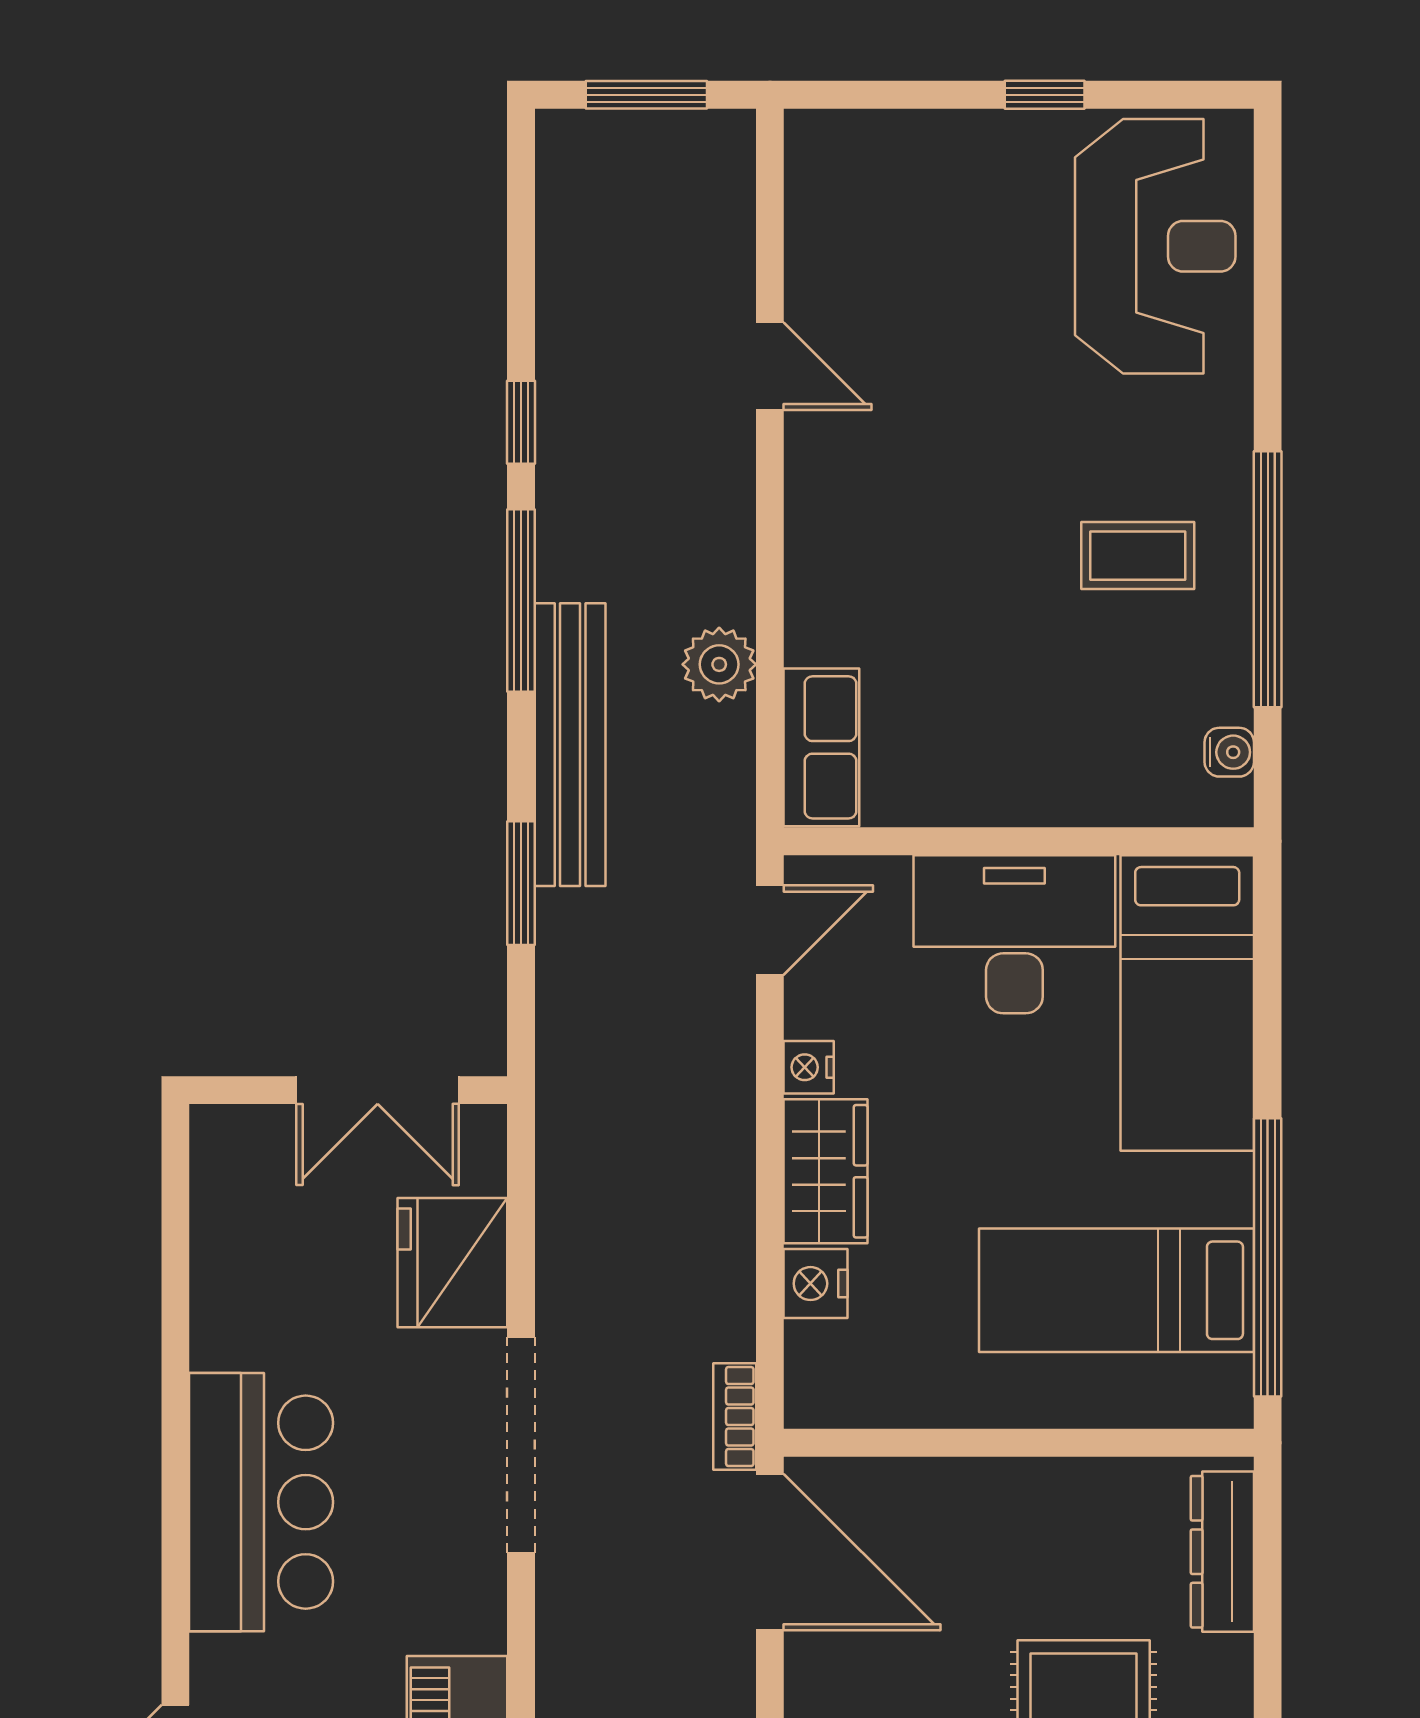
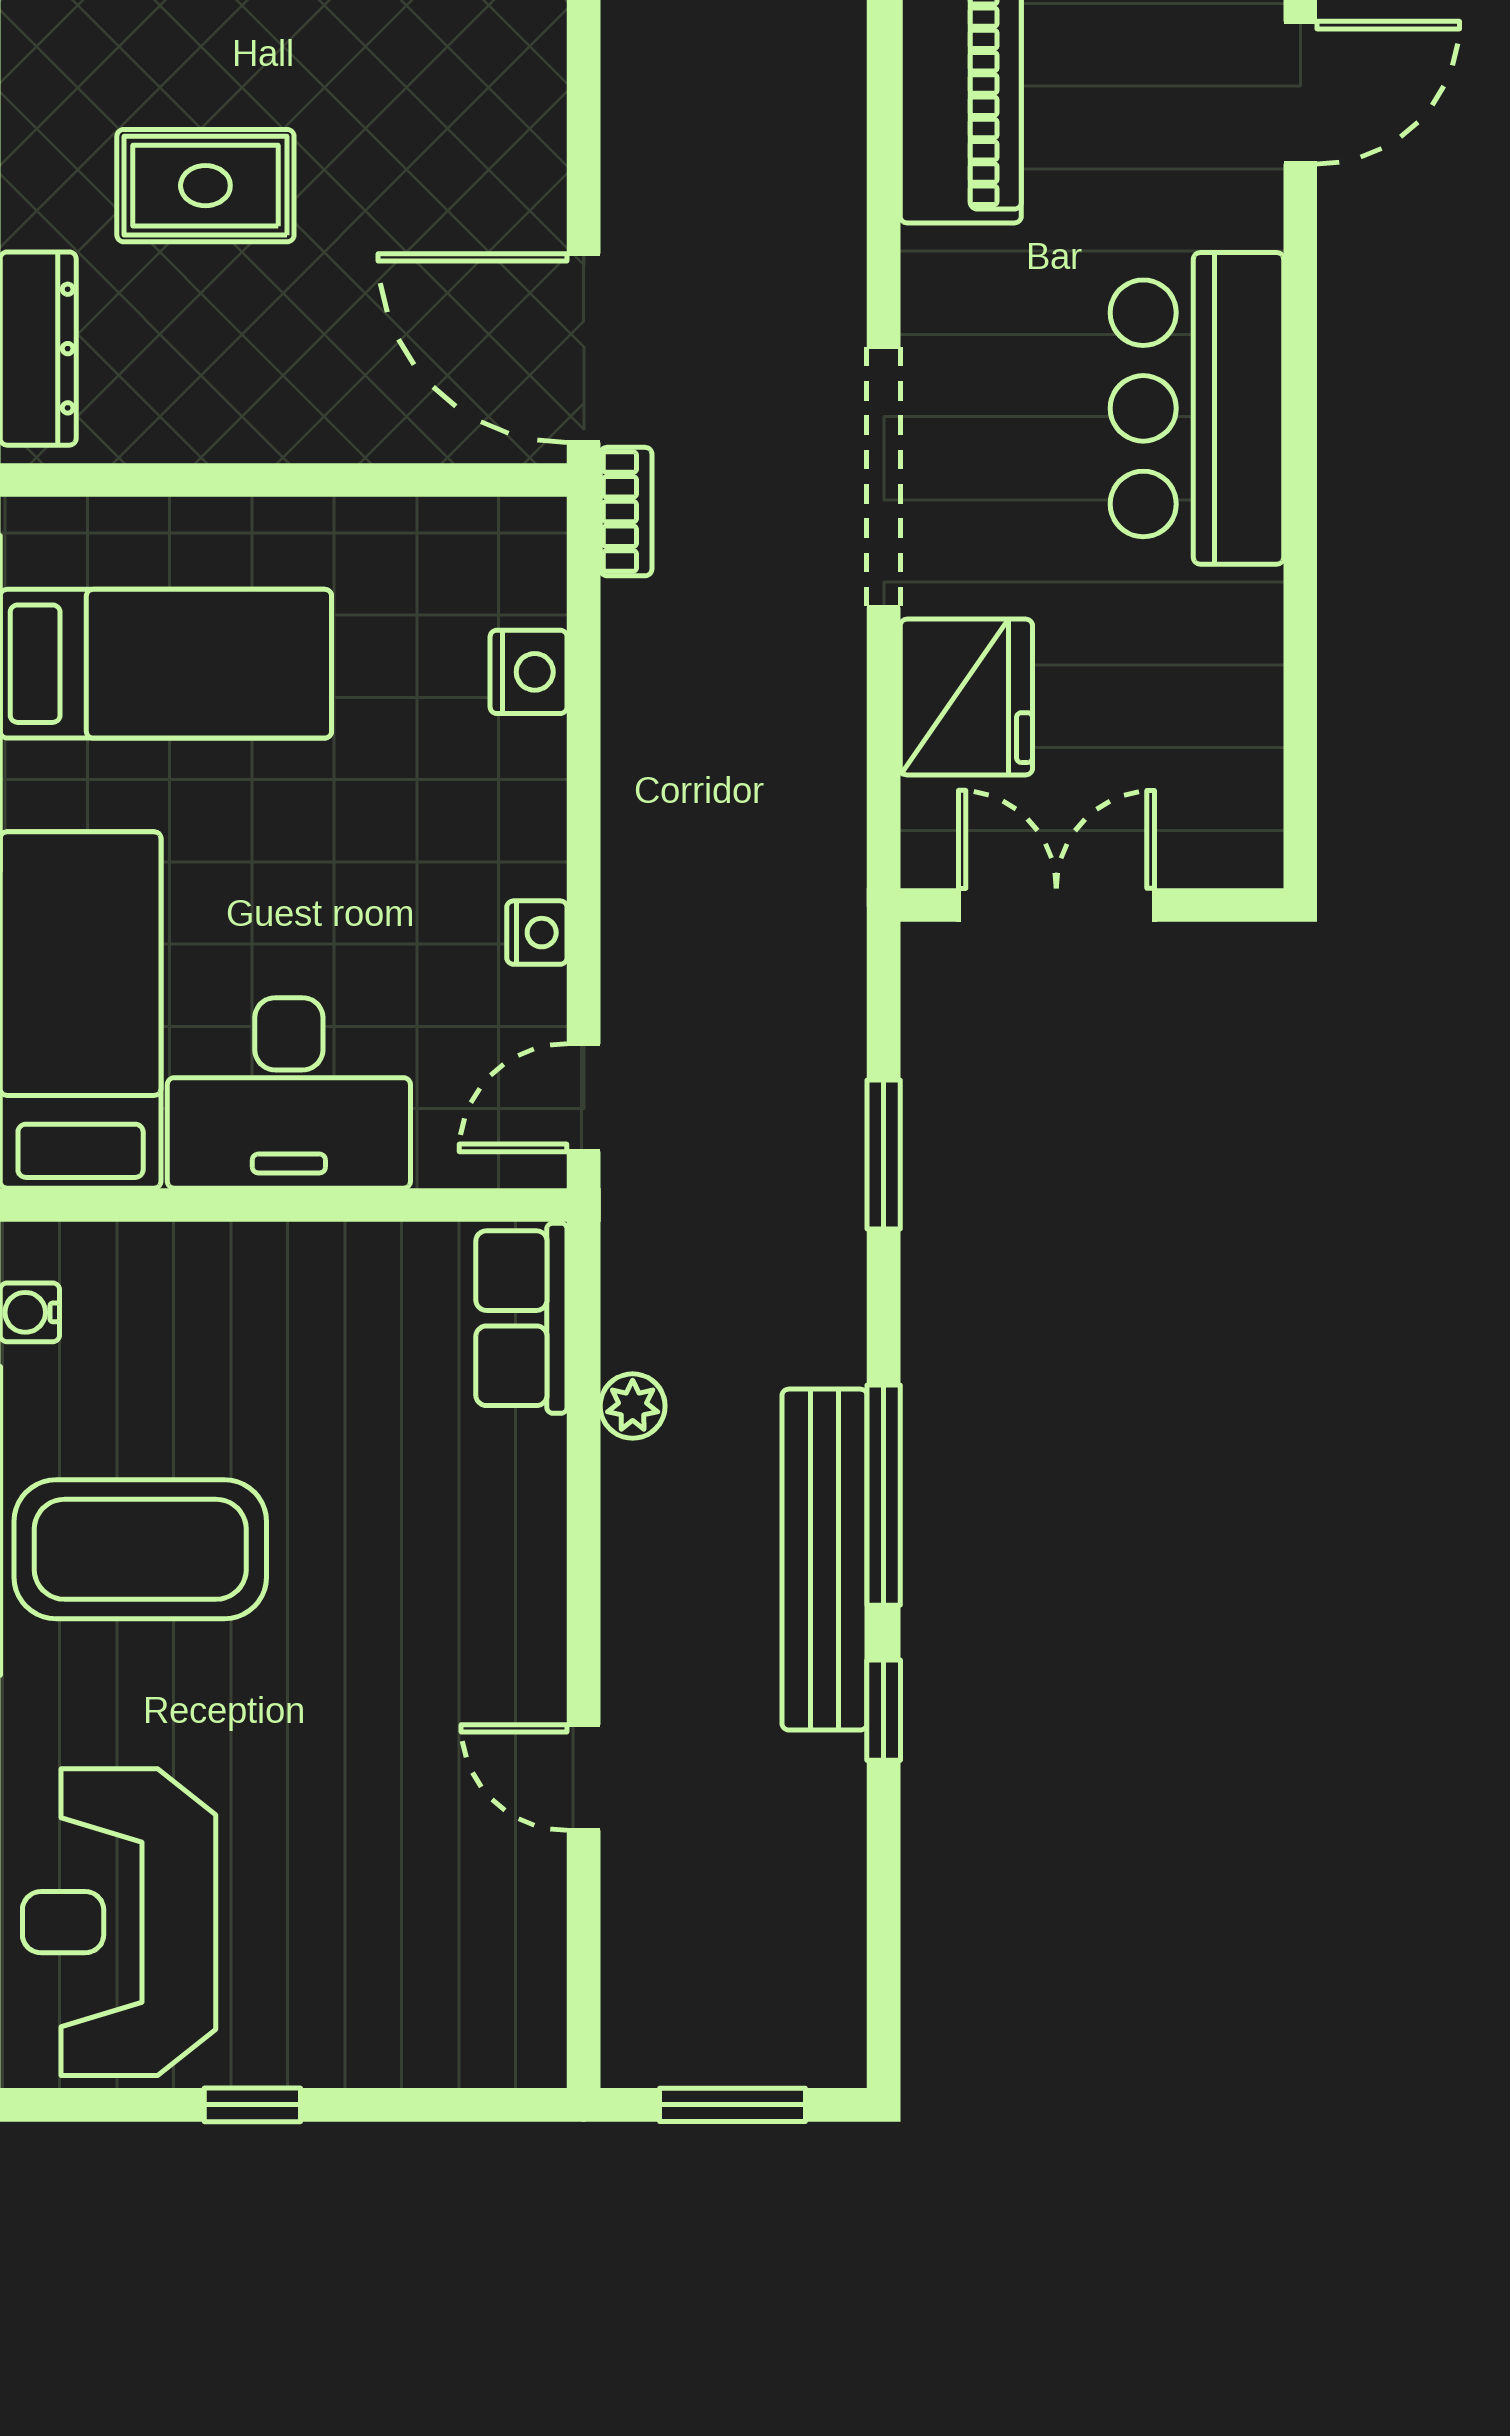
coffee table: (1138, 556) -> (140, 1549), width x1.86, depth x1.72
plant: (719, 664) -> (633, 1406), width x0.73, depth x0.73
bench: (570, 745) -> (824, 1560), moved
wardrobe: (826, 1171) -> (517, 807), removed

